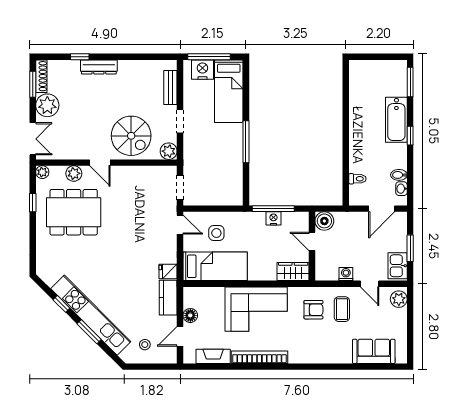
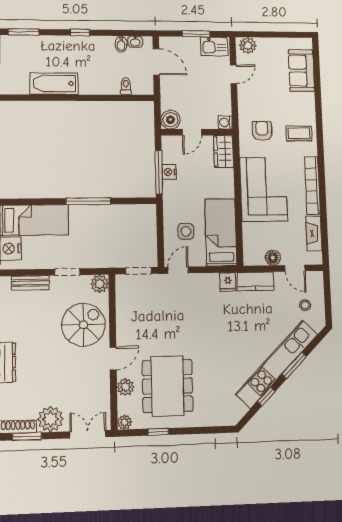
bathtub: (396, 120) -> (54, 84), moved, turned 180
washing machine: (346, 274) -> (225, 122), moved
coffee table: (342, 309) -> (299, 133), moved

